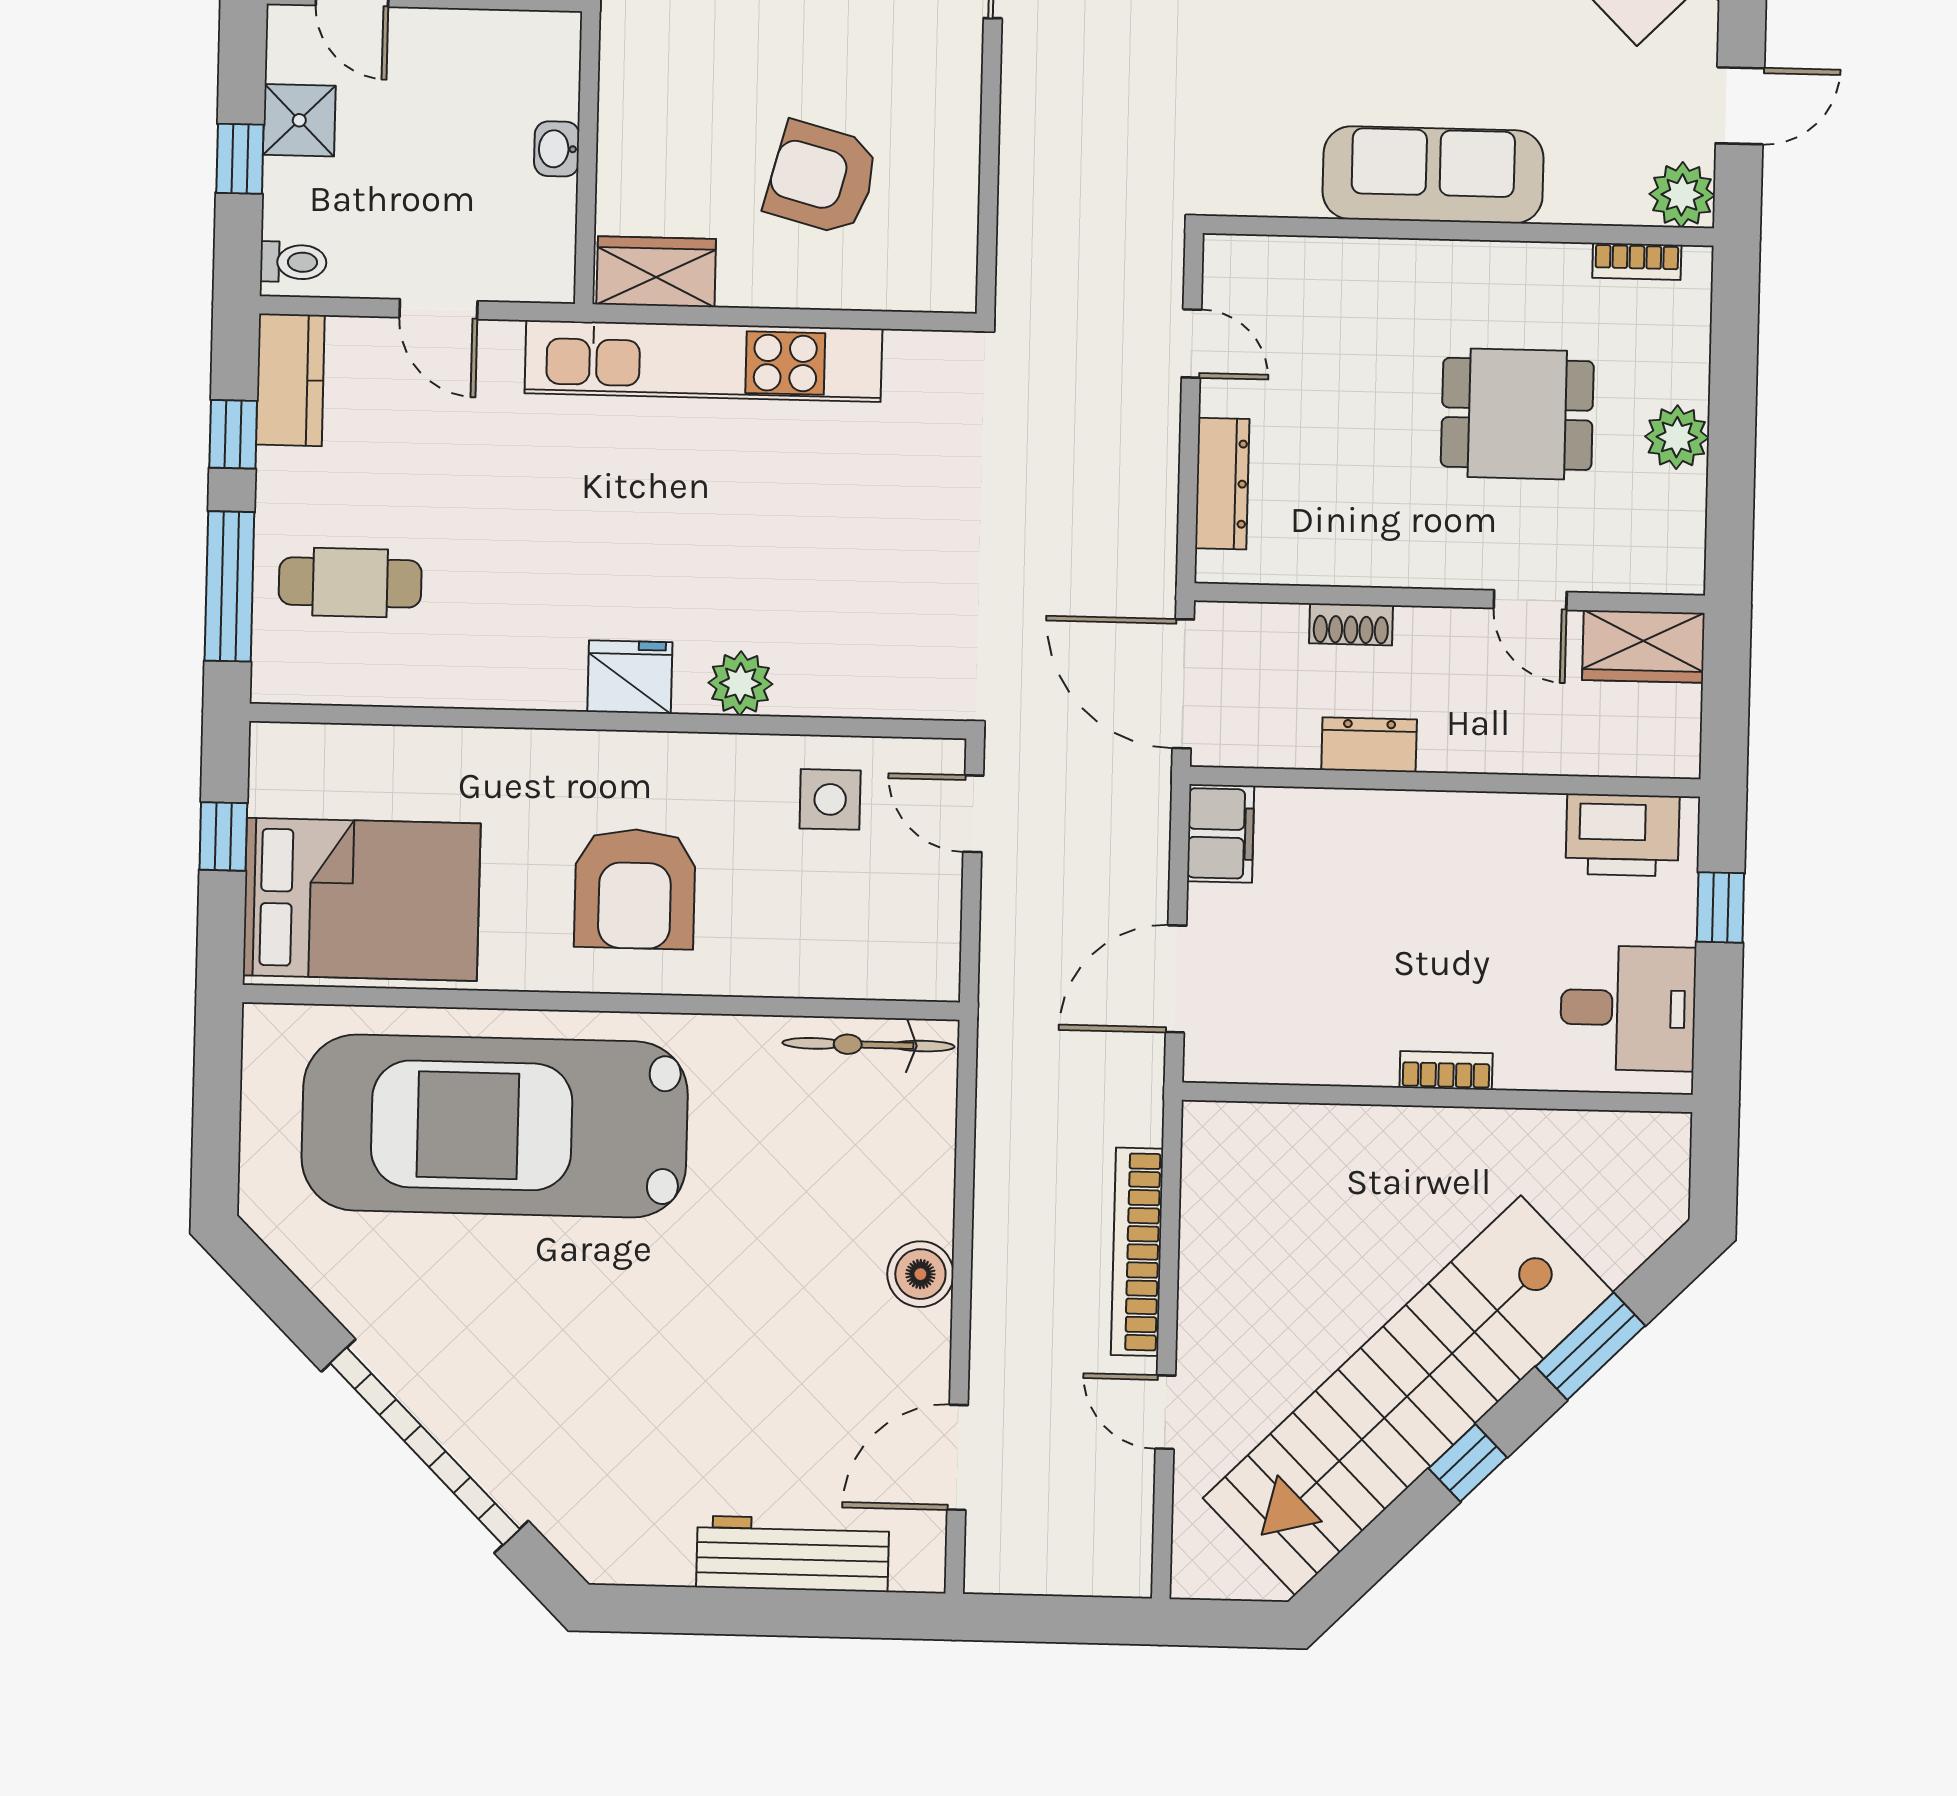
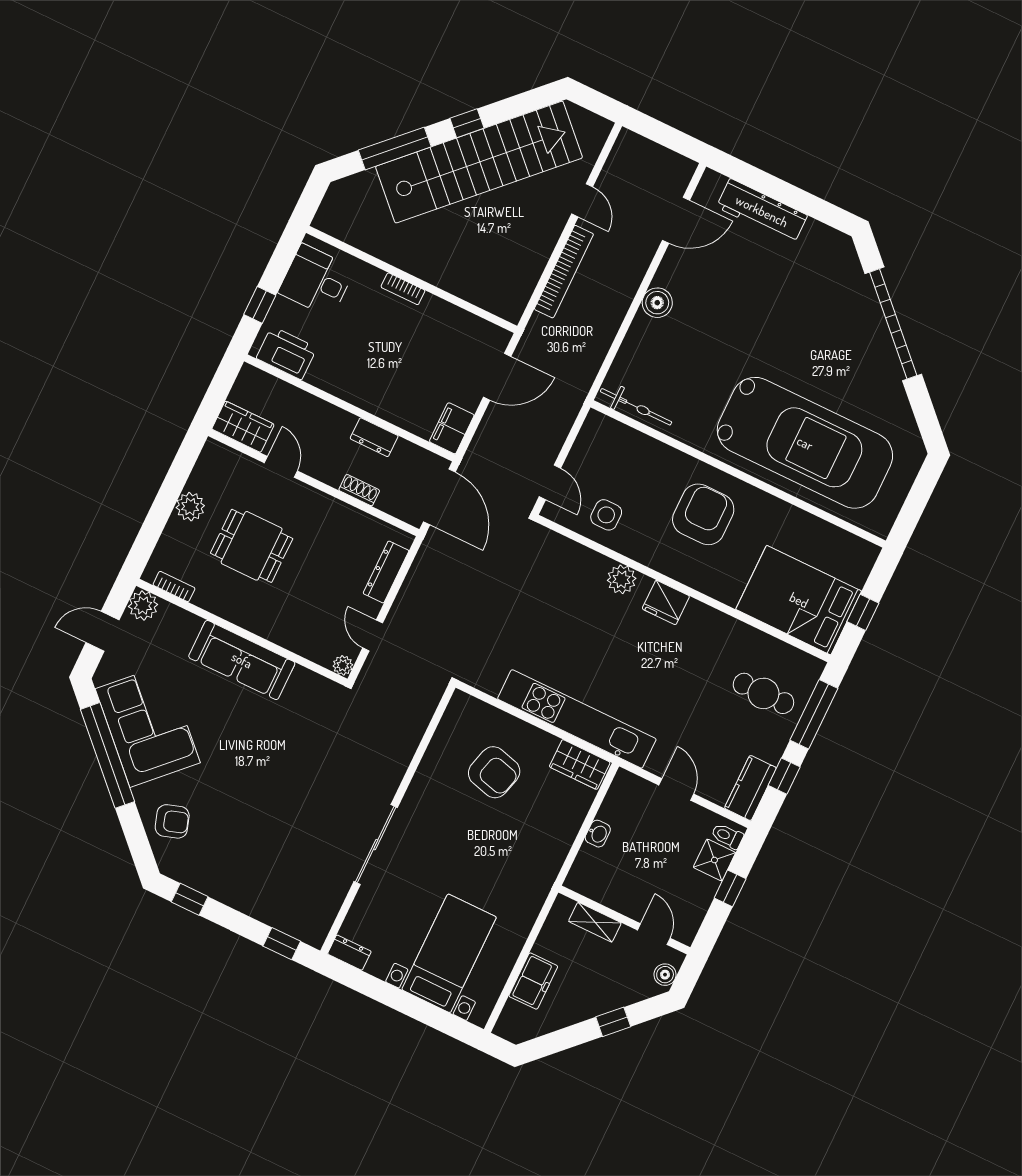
shower: (299, 120) -> (714, 860), moved
plant: (1224, 256) -> (343, 665), added
bed: (362, 899) -> (799, 600), moved
window: (1590, 1346) -> (395, 148), width x1.44

